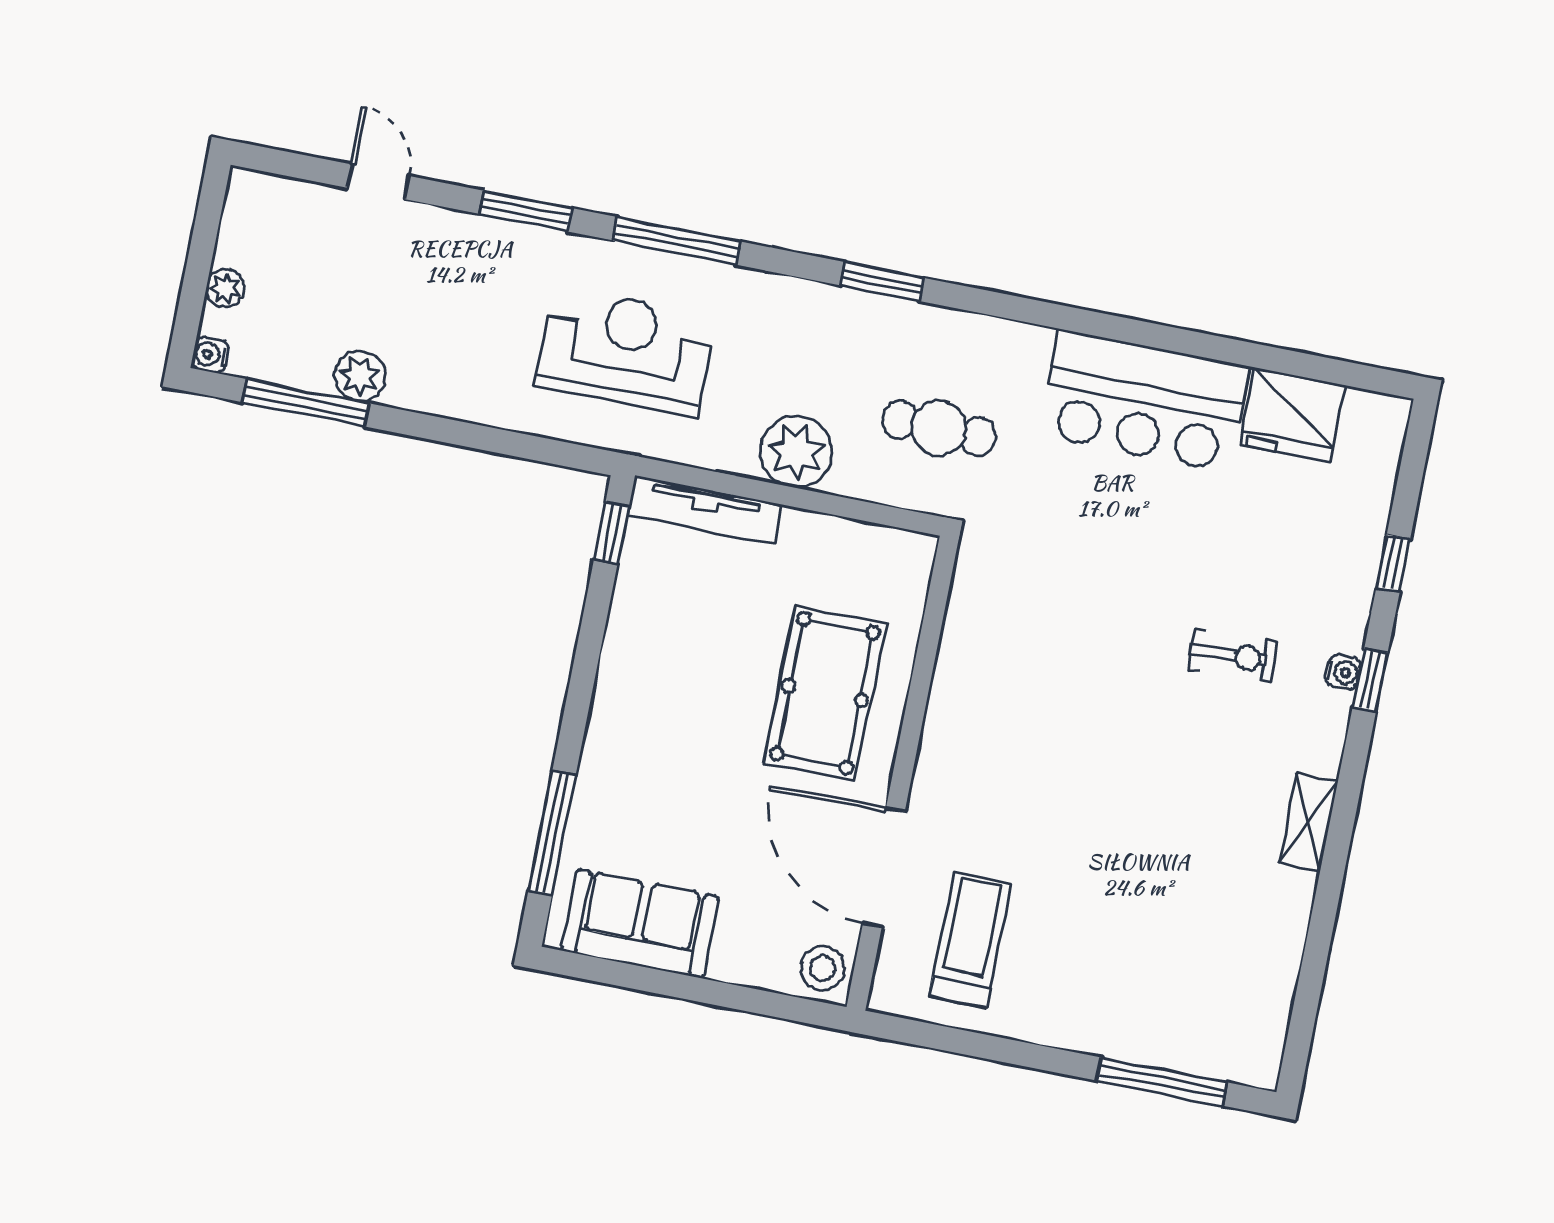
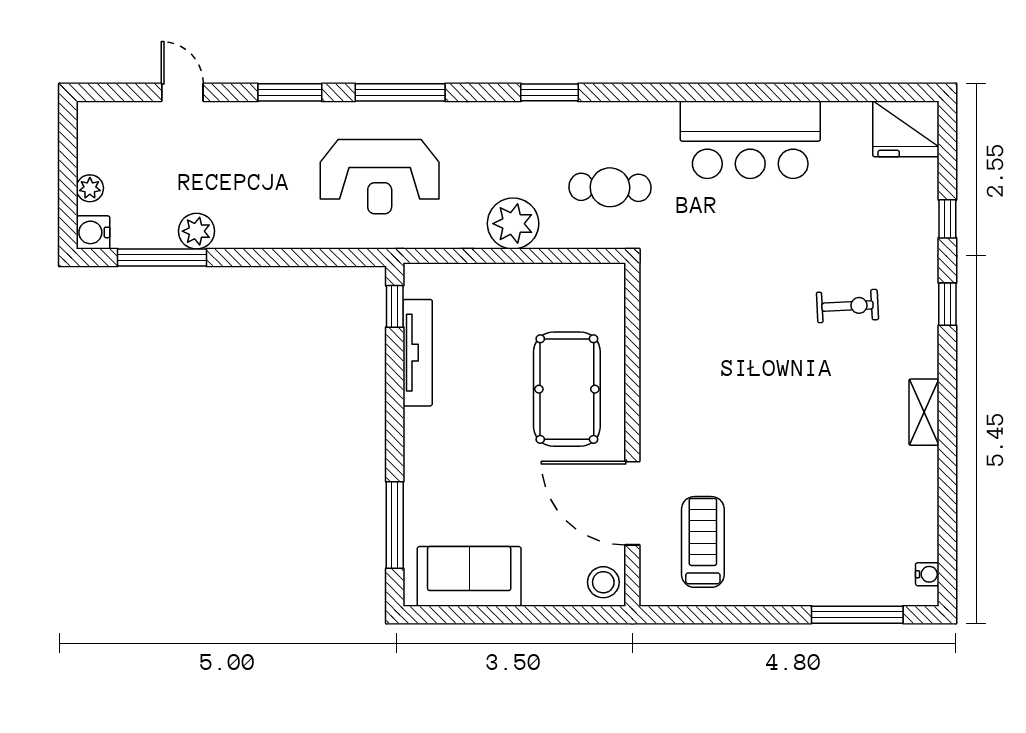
reception desk: (626, 351) -> (380, 177), turned 180
water cooler: (210, 355) -> (93, 232), width x1.38, depth x1.38
fridge: (1292, 415) -> (906, 129), moved
tv unit: (704, 510) -> (418, 353), moved, turned -90
water cooler: (1343, 672) -> (927, 574), moved

